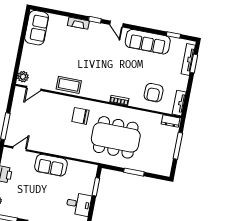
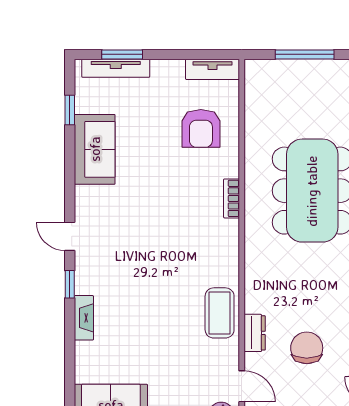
door: (116, 24) -> (70, 236), swing flipped
sofa: (148, 42) -> (95, 149), width x0.73
armchair: (154, 93) -> (201, 128), turned 89
chair: (80, 116) -> (307, 348), moved, turned 180
dresser: (171, 121) -> (255, 333), moved

